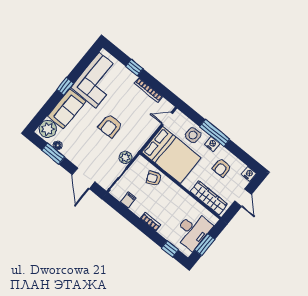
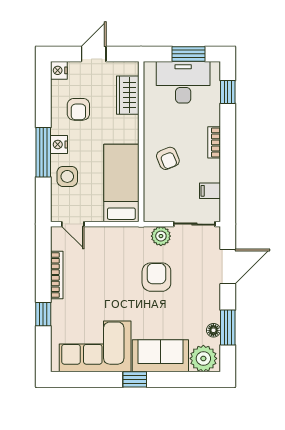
armchair: (110, 126) -> (156, 277), moved, turned -90
bed: (171, 155) -> (121, 183), width x0.67
armchair: (222, 168) -> (78, 109), turned 90
armchair: (154, 178) -> (168, 158), moved
wardrobe: (209, 198) -> (128, 95), width x0.67

